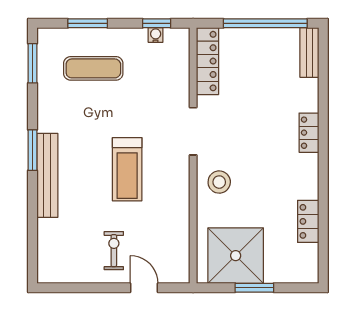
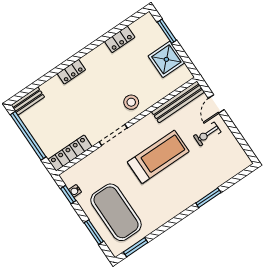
exercise mat: (93, 68) -> (116, 212), width x2.00, depth x1.45
window: (32, 150) -> (208, 198), moved
treadmill: (127, 169) -> (158, 157), width x1.37, depth x1.38
bench: (47, 175) -> (178, 102), moved
shower: (236, 256) -> (166, 59), width x0.73, depth x0.73
window: (254, 288) -> (167, 31), moved

